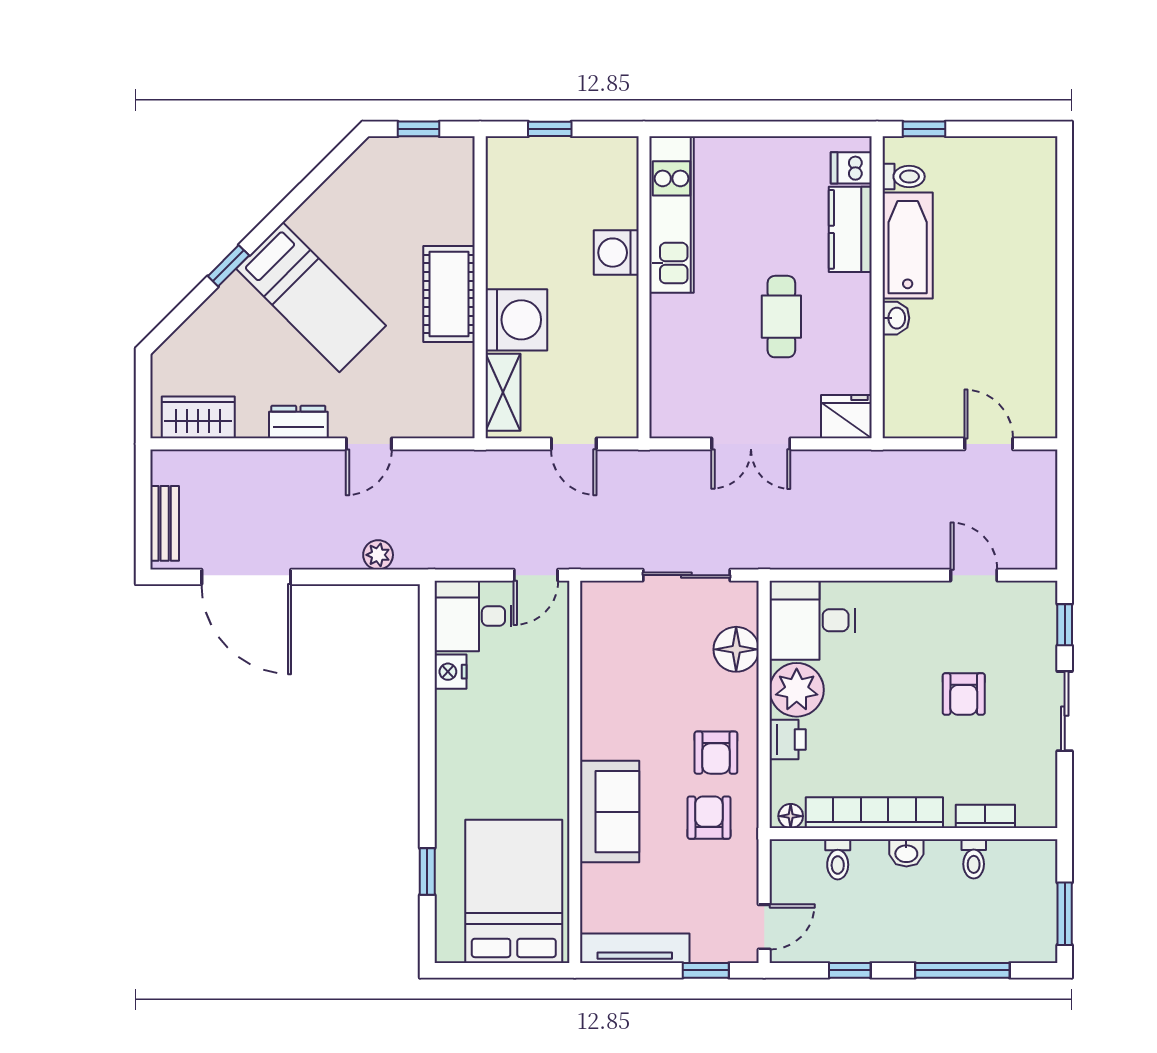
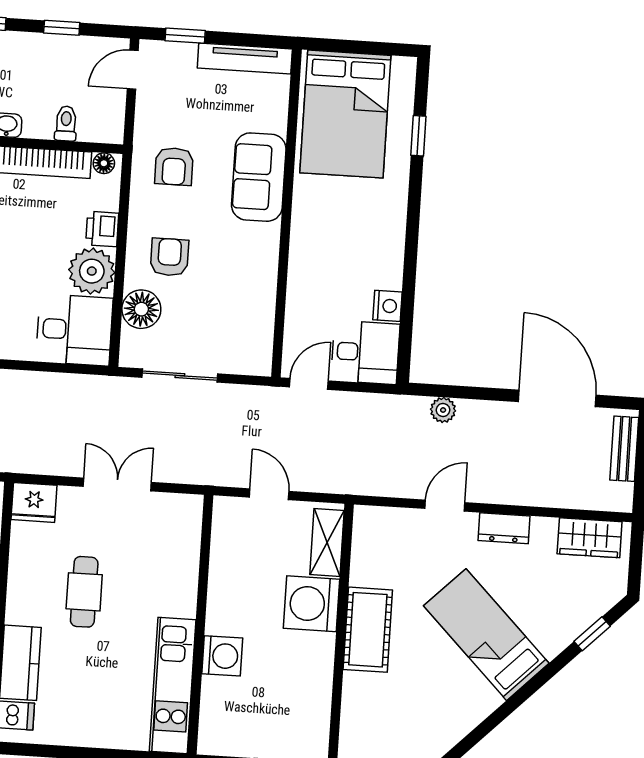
window: (228, 266) -> (592, 634), moved
armchair: (716, 753) -> (169, 257), moved

